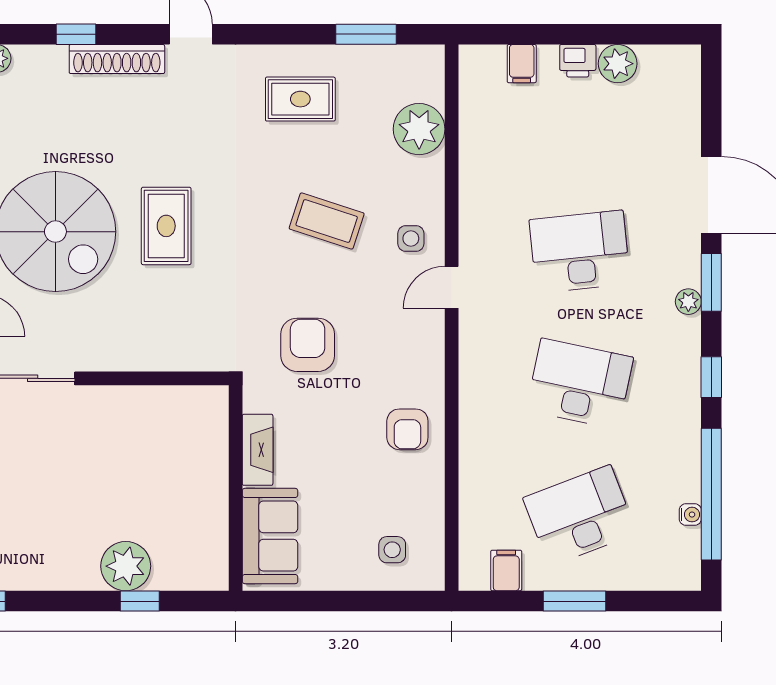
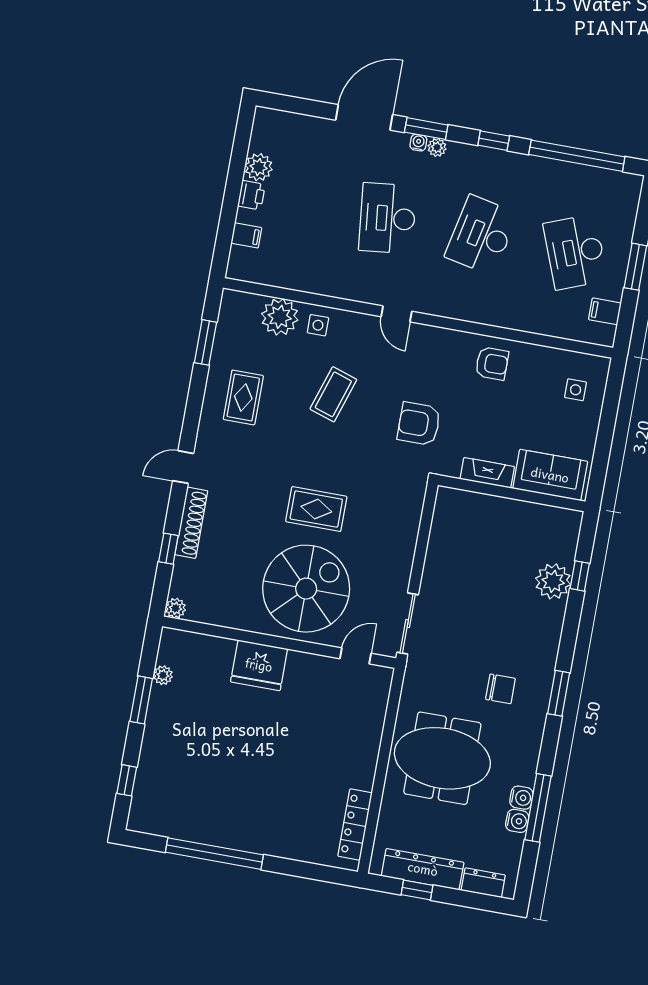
side table: (411, 239) -> (318, 325), moved
water cooler: (690, 515) -> (418, 143), moved

